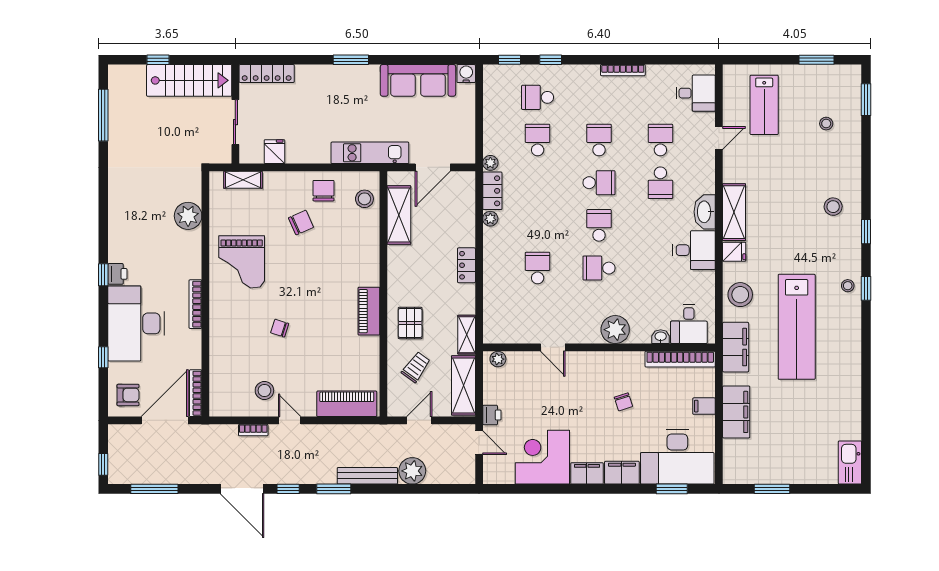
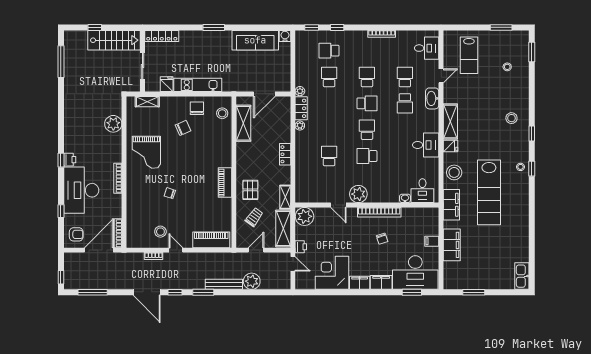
kitchen unit: (370, 153) -> (198, 85), moved
washbasin: (705, 212) -> (432, 98), moved
plant: (615, 330) -> (358, 194), moved
plant: (498, 359) -> (305, 216), width x1.87, depth x1.87
bookcase: (680, 359) -> (379, 212), moved

